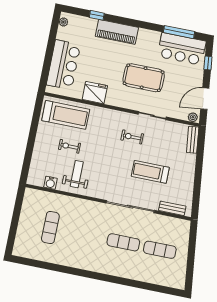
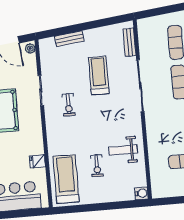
fridge: (95, 93) -> (37, 161), width x0.53, depth x0.75
bench: (193, 140) -> (69, 39), moved
treadmill: (150, 172) -> (99, 76), turned 180
water cooler: (50, 183) -> (142, 193), moved

